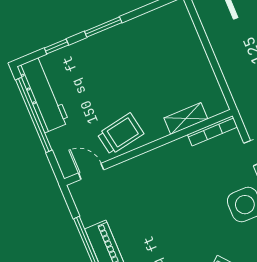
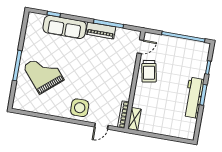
workbench: (43, 95) -> (194, 98), moved, turned 90
shelving: (186, 118) -> (134, 119), moved

